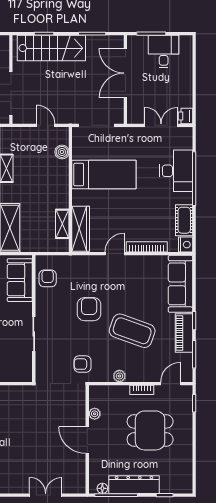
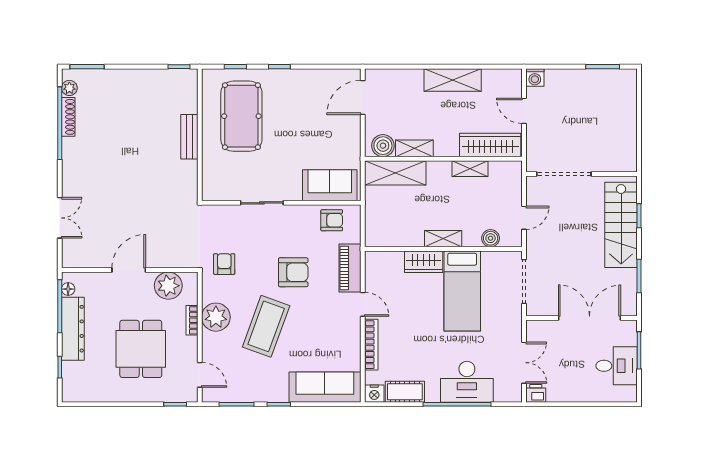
shelving: (62, 224) -> (443, 239), moved
wardrobe: (81, 229) -> (424, 262), moved, width x0.67
piano: (184, 333) -> (350, 268), moved, turned -90
plant: (119, 376) -> (216, 317), width x1.88, depth x1.88
bookcase: (142, 390) -> (192, 320), moved
plant: (95, 414) -> (168, 286), width x1.88, depth x1.88

